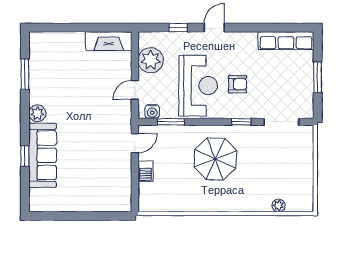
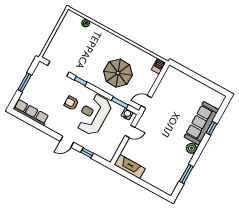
plant: (151, 60) -> (112, 143), removed
parasol: (215, 159) -> (118, 73), moved
barbecue: (145, 171) -> (158, 66), moved

